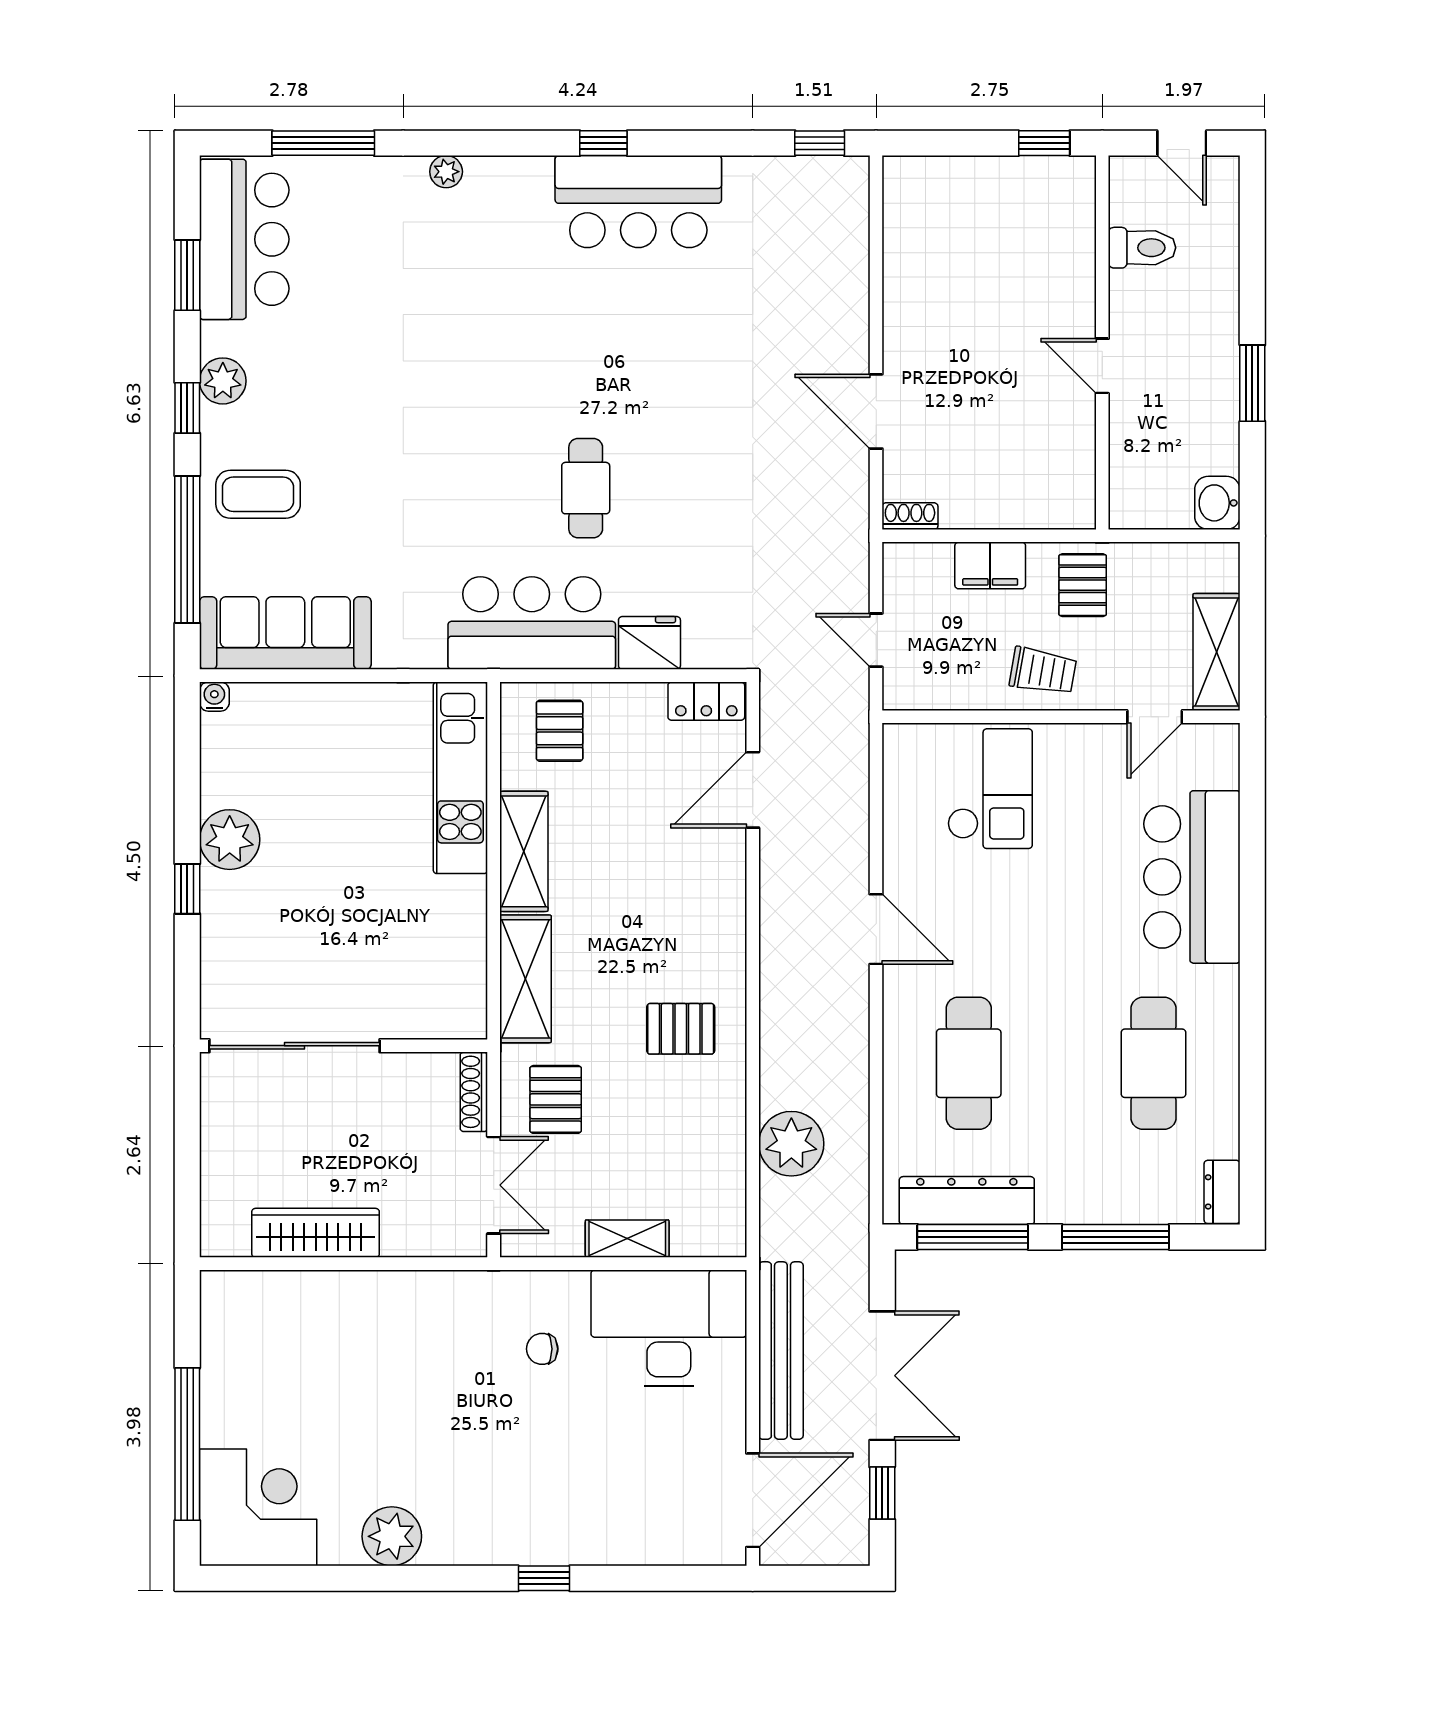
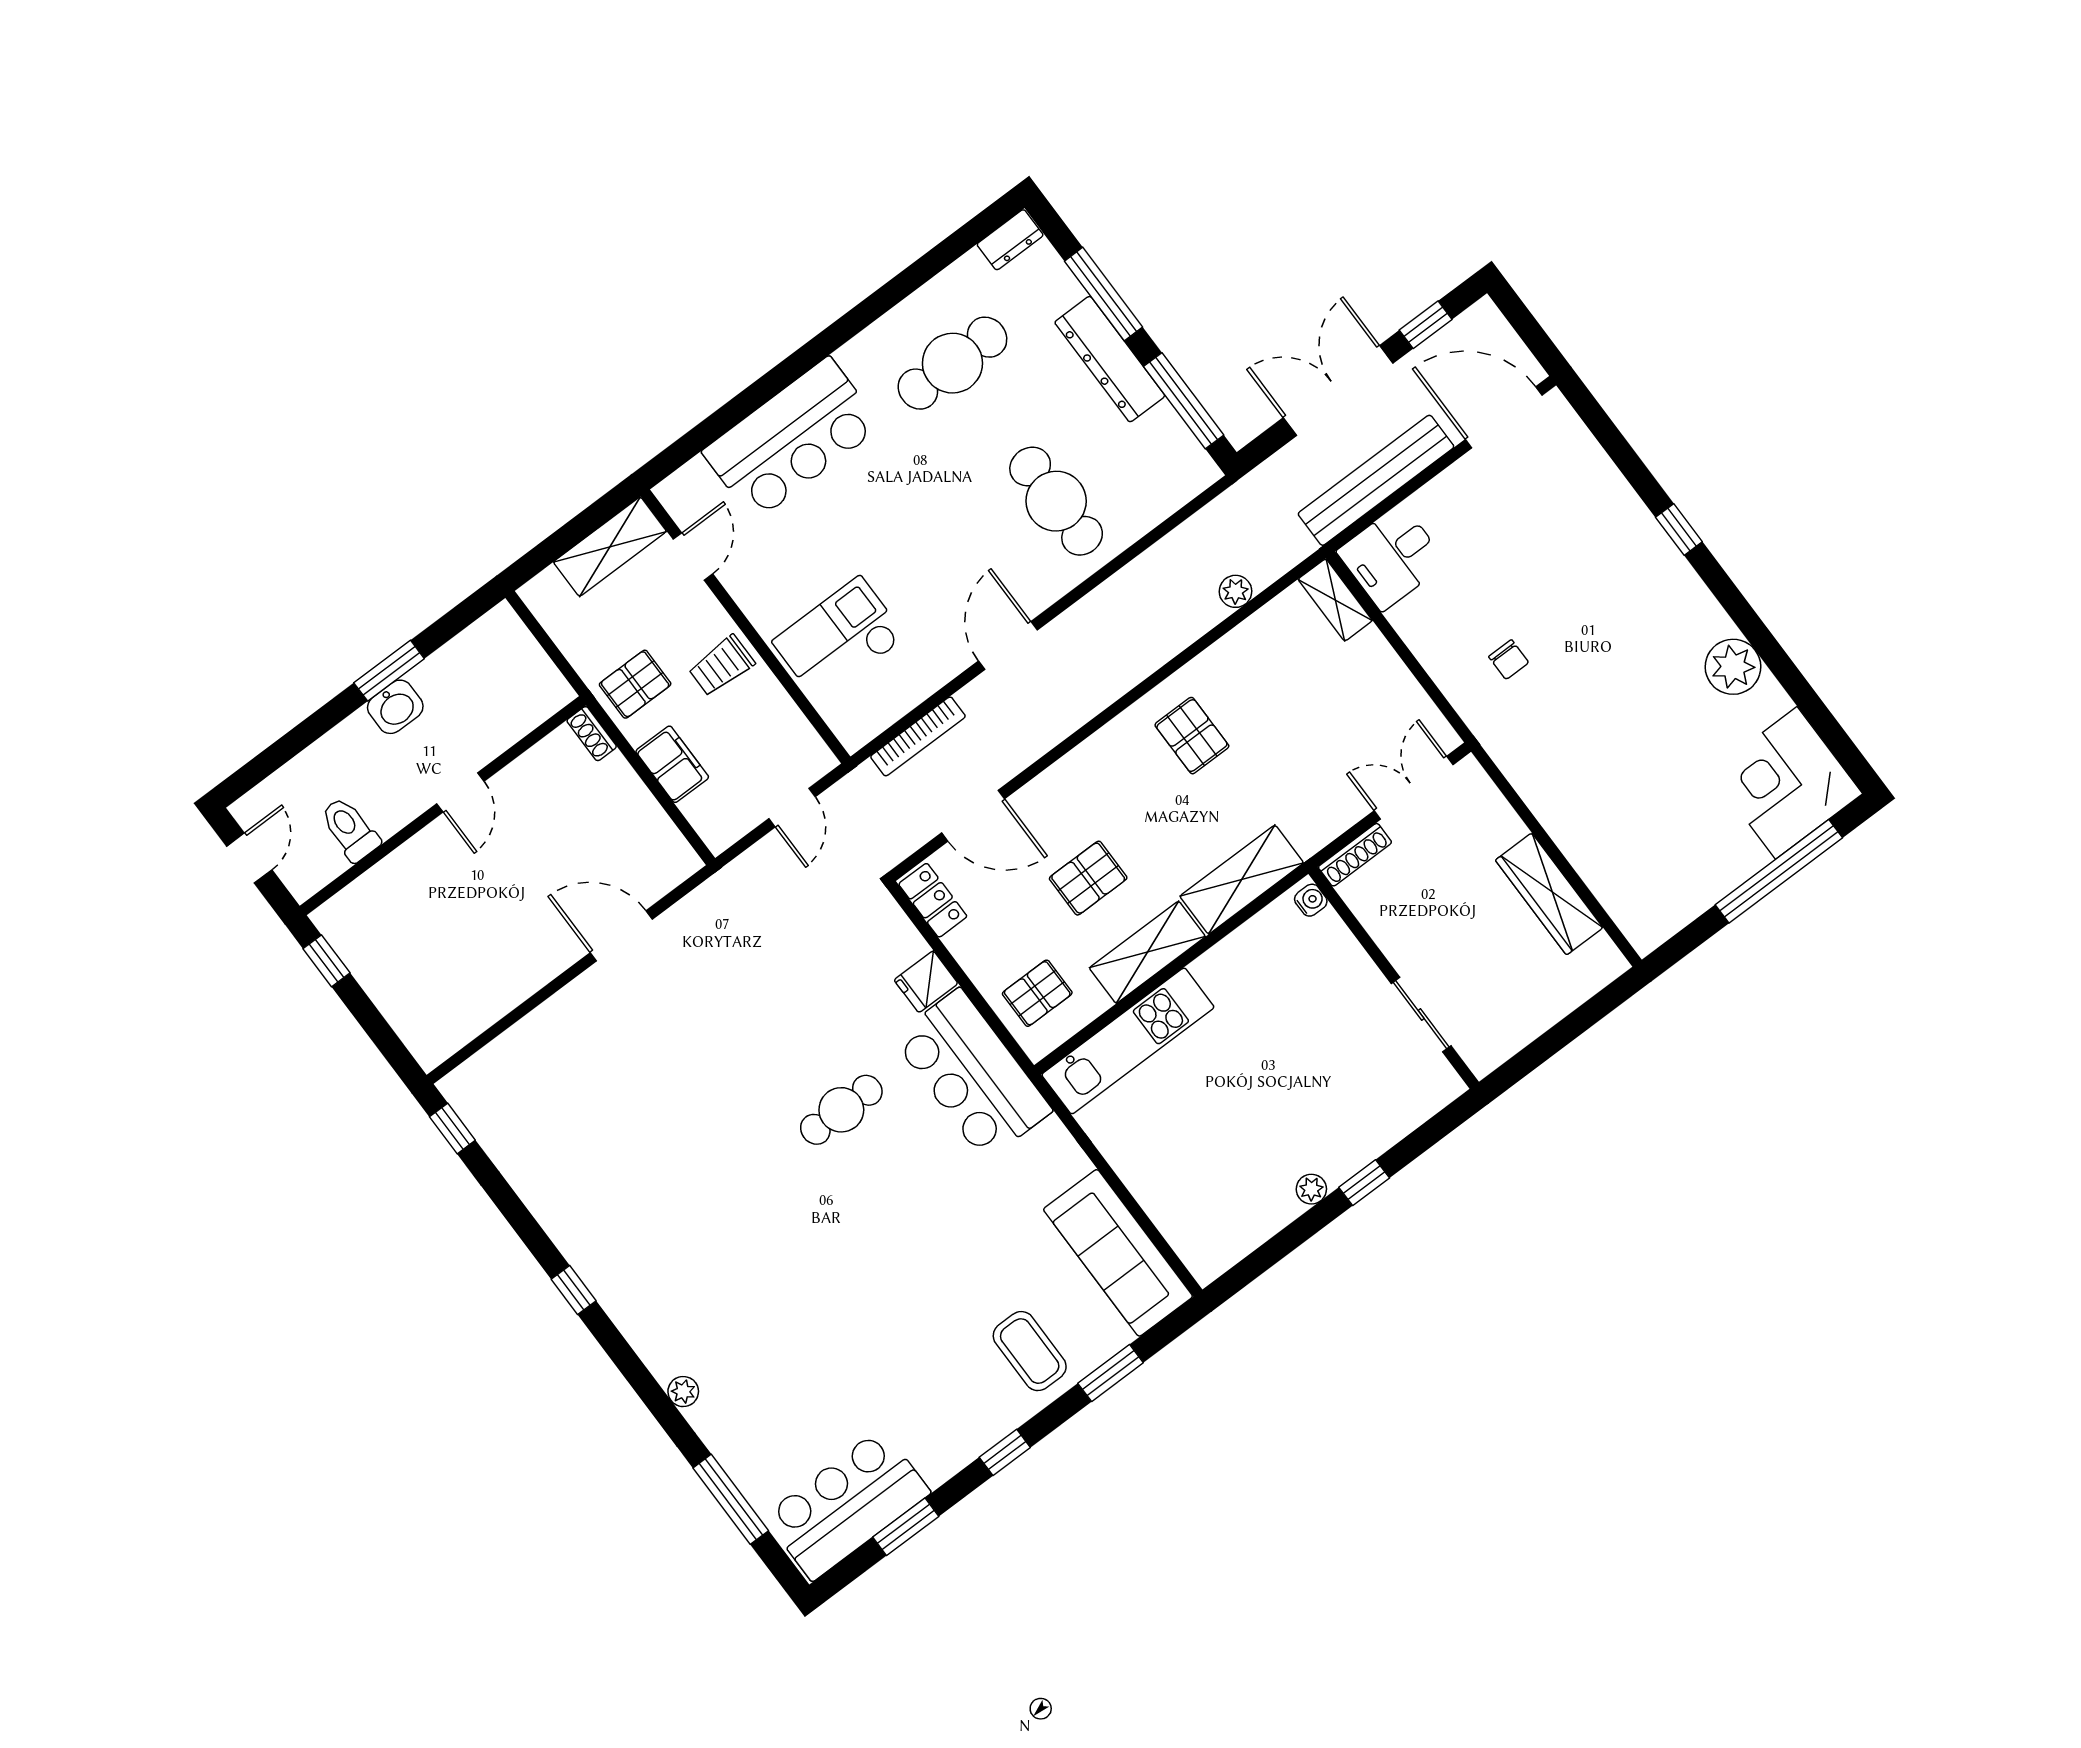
bar counter: (638, 202) -> (598, 1231), removed
plant: (223, 381) -> (965, 1441), removed
door: (876, 411) -> (621, 936), swing flipped
washbasin: (1217, 503) -> (395, 707), moved
shoe rack: (910, 516) -> (592, 734), moved
window: (187, 549) -> (1111, 1373), width x0.47
fridge: (649, 643) -> (926, 982), width x0.72
trolley: (1043, 671) -> (722, 666), turned -100
water cooler: (214, 697) -> (1311, 900), moved, turned 180
door: (1155, 717) -> (693, 557), hinge flipped
bookcase: (856, 794) -> (918, 736), added
plant: (230, 840) -> (1311, 1189), width x0.53, depth x0.53
sliding door: (294, 1046) -> (1421, 1015), width x0.54
cafe table: (969, 1063) -> (1056, 501), turned 90
pallet: (556, 1099) -> (1088, 878), moved
plant: (791, 1144) -> (1236, 591), width x0.53, depth x0.53
dresser: (967, 1201) -> (1110, 359), moved
shelving: (627, 1239) -> (1335, 600), moved
desk: (669, 1328) -> (1392, 557), width x0.53, depth x0.77

